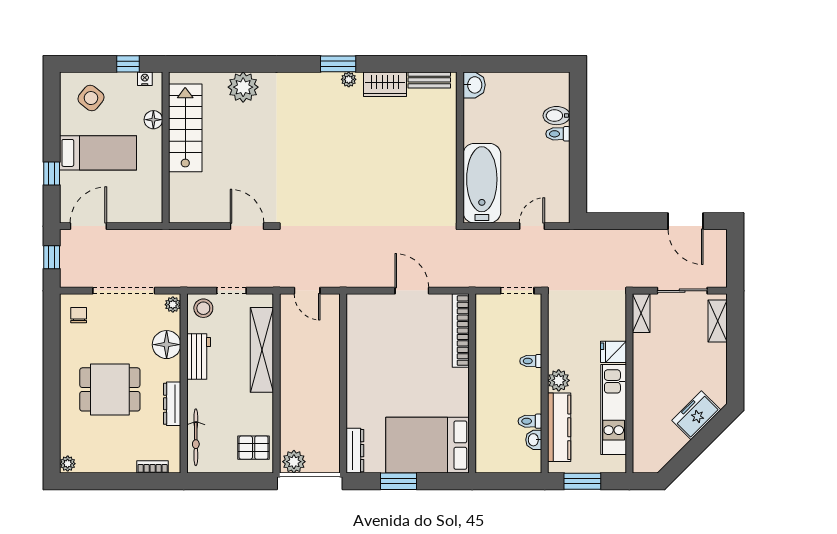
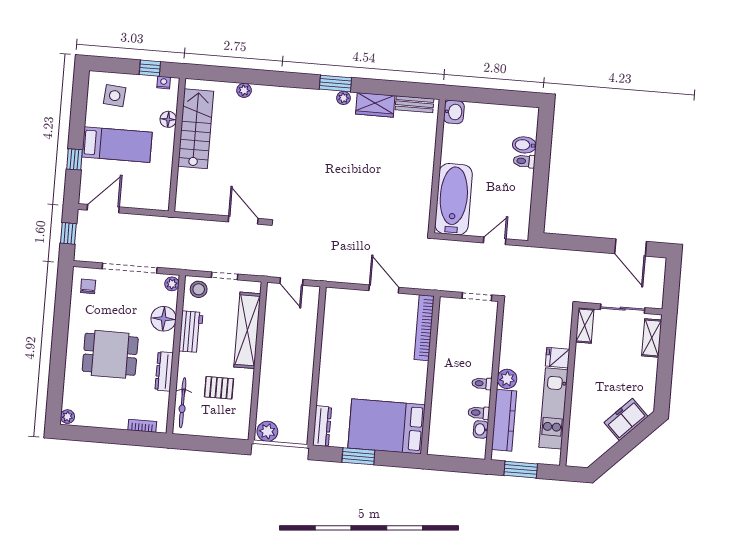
plant: (243, 87) -> (244, 90), width x0.53, depth x0.53
side table: (91, 98) -> (115, 96), turned -34
toilet: (531, 361) -> (482, 383), moved
pallet: (254, 448) -> (219, 388), moved

